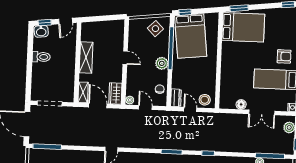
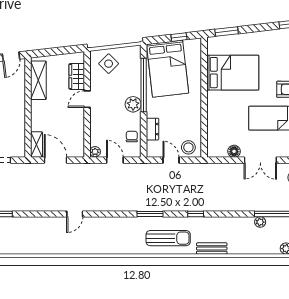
window: (185, 12) -> (179, 37), moved
bed: (243, 27) -> (233, 73), moved
side table: (155, 29) -> (109, 64), moved
shelving: (86, 58) -> (38, 80), moved
door: (125, 58) -> (87, 99), swing flipped
wardrobe: (115, 94) -> (77, 76), moved
dresser: (176, 98) -> (153, 129), moved

